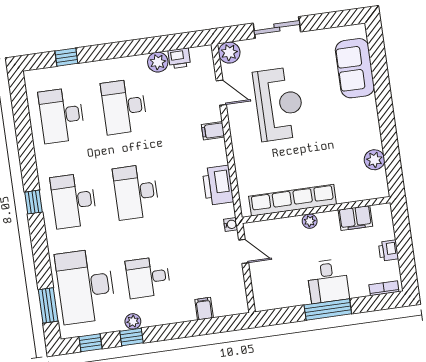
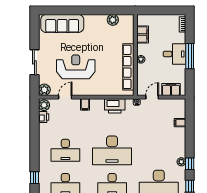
plant: (158, 62) -> (44, 105), moved
sofa: (355, 68) -> (62, 23), width x1.36
desk: (136, 192) -> (112, 150), width x1.36, depth x1.30
printer: (388, 251) -> (163, 19), removed
desk: (148, 277) -> (159, 150), removed
filing cabinet: (262, 284) -> (171, 89), added

